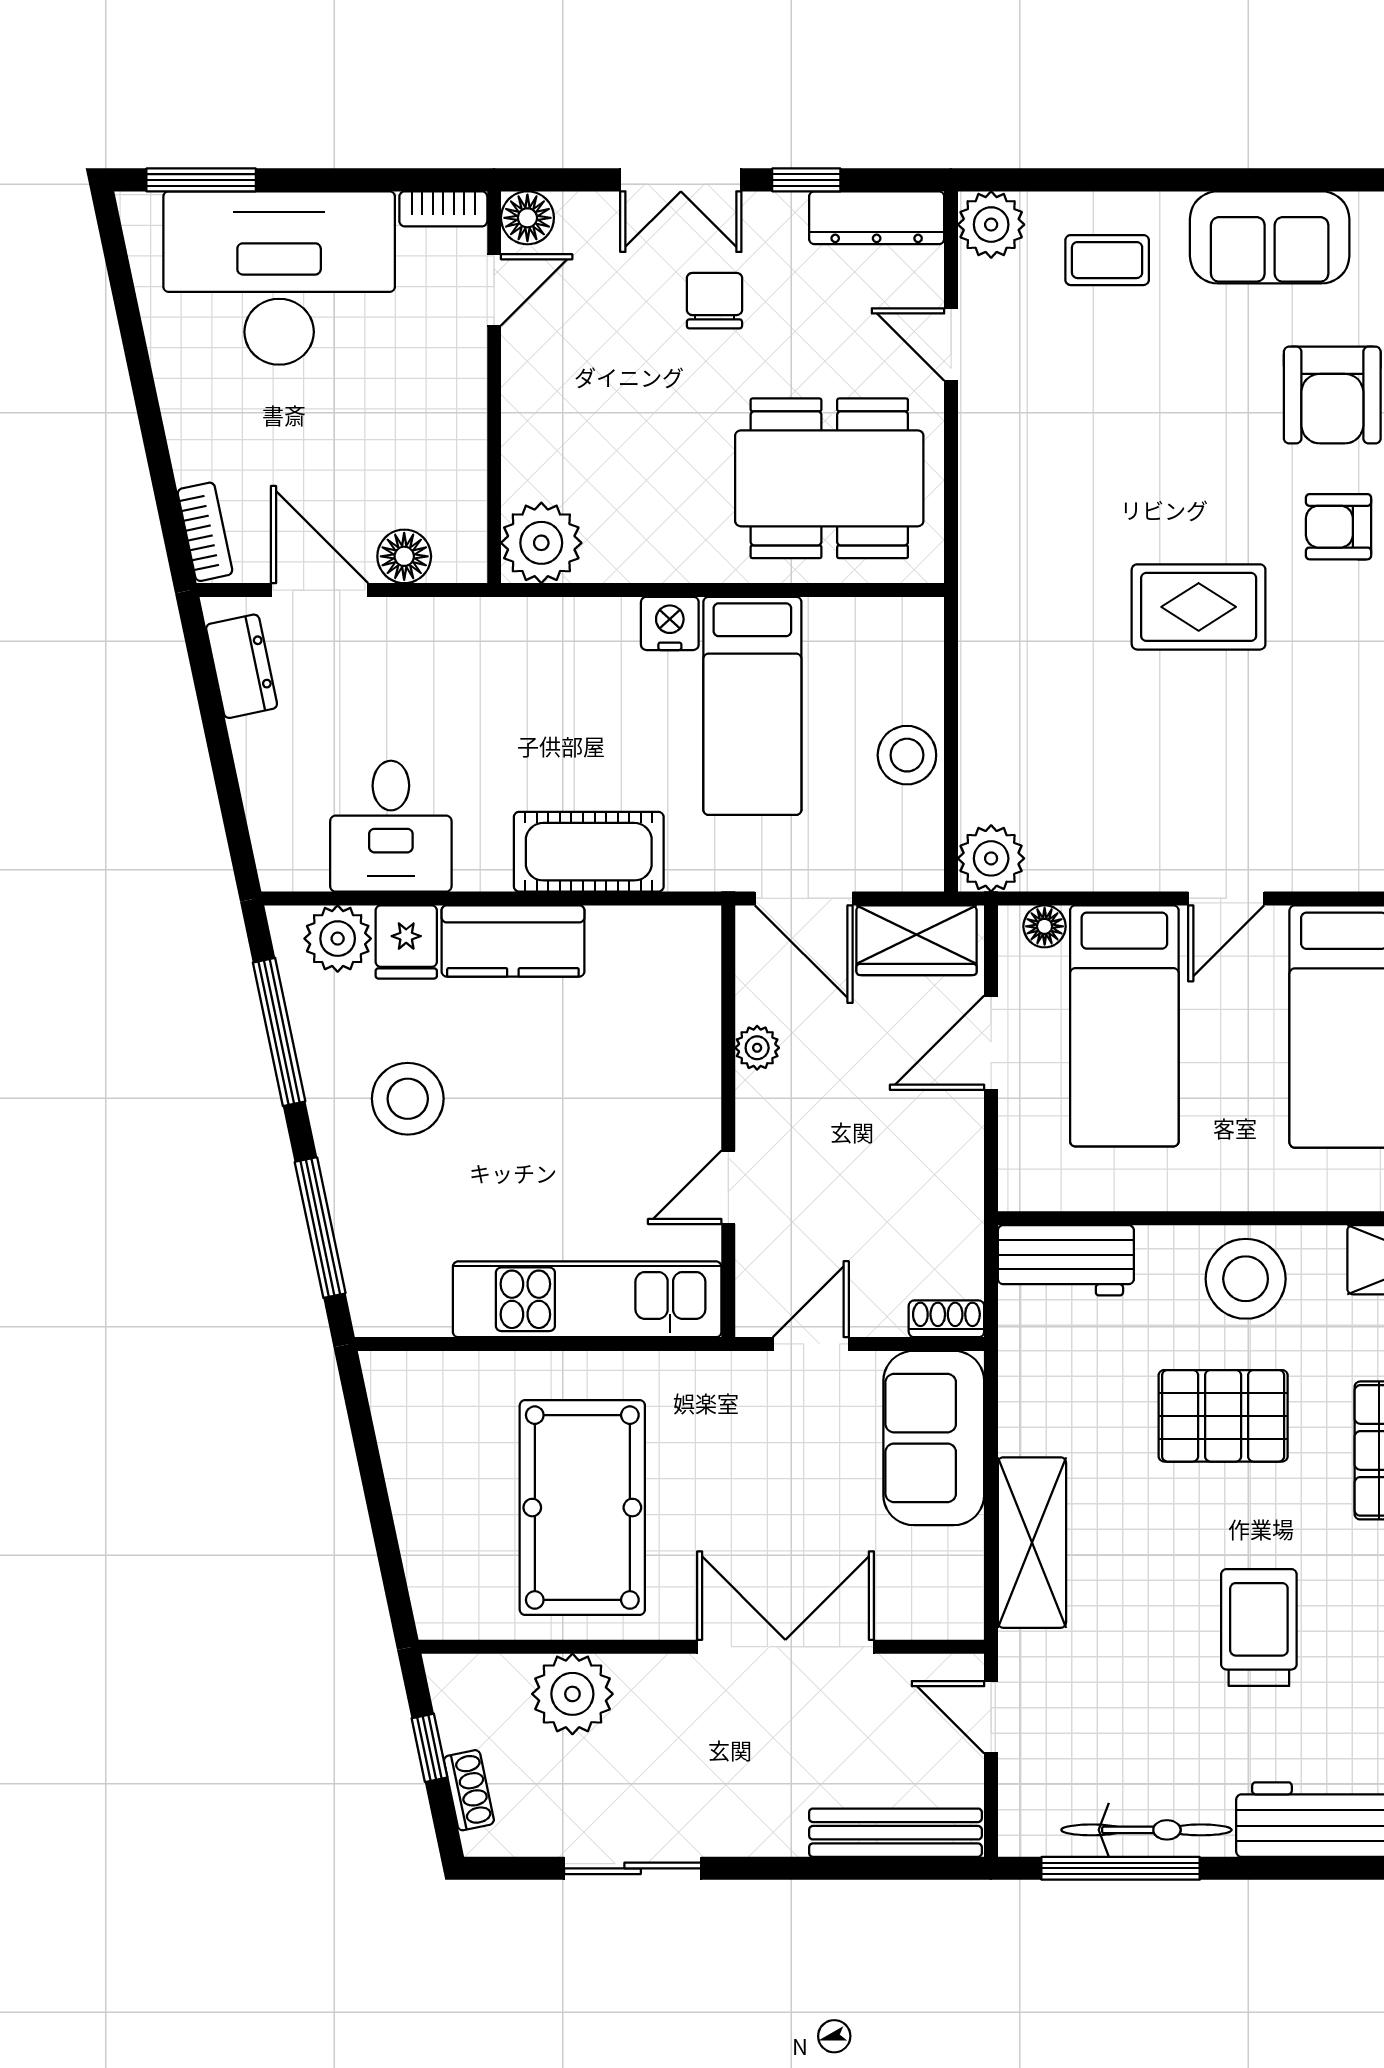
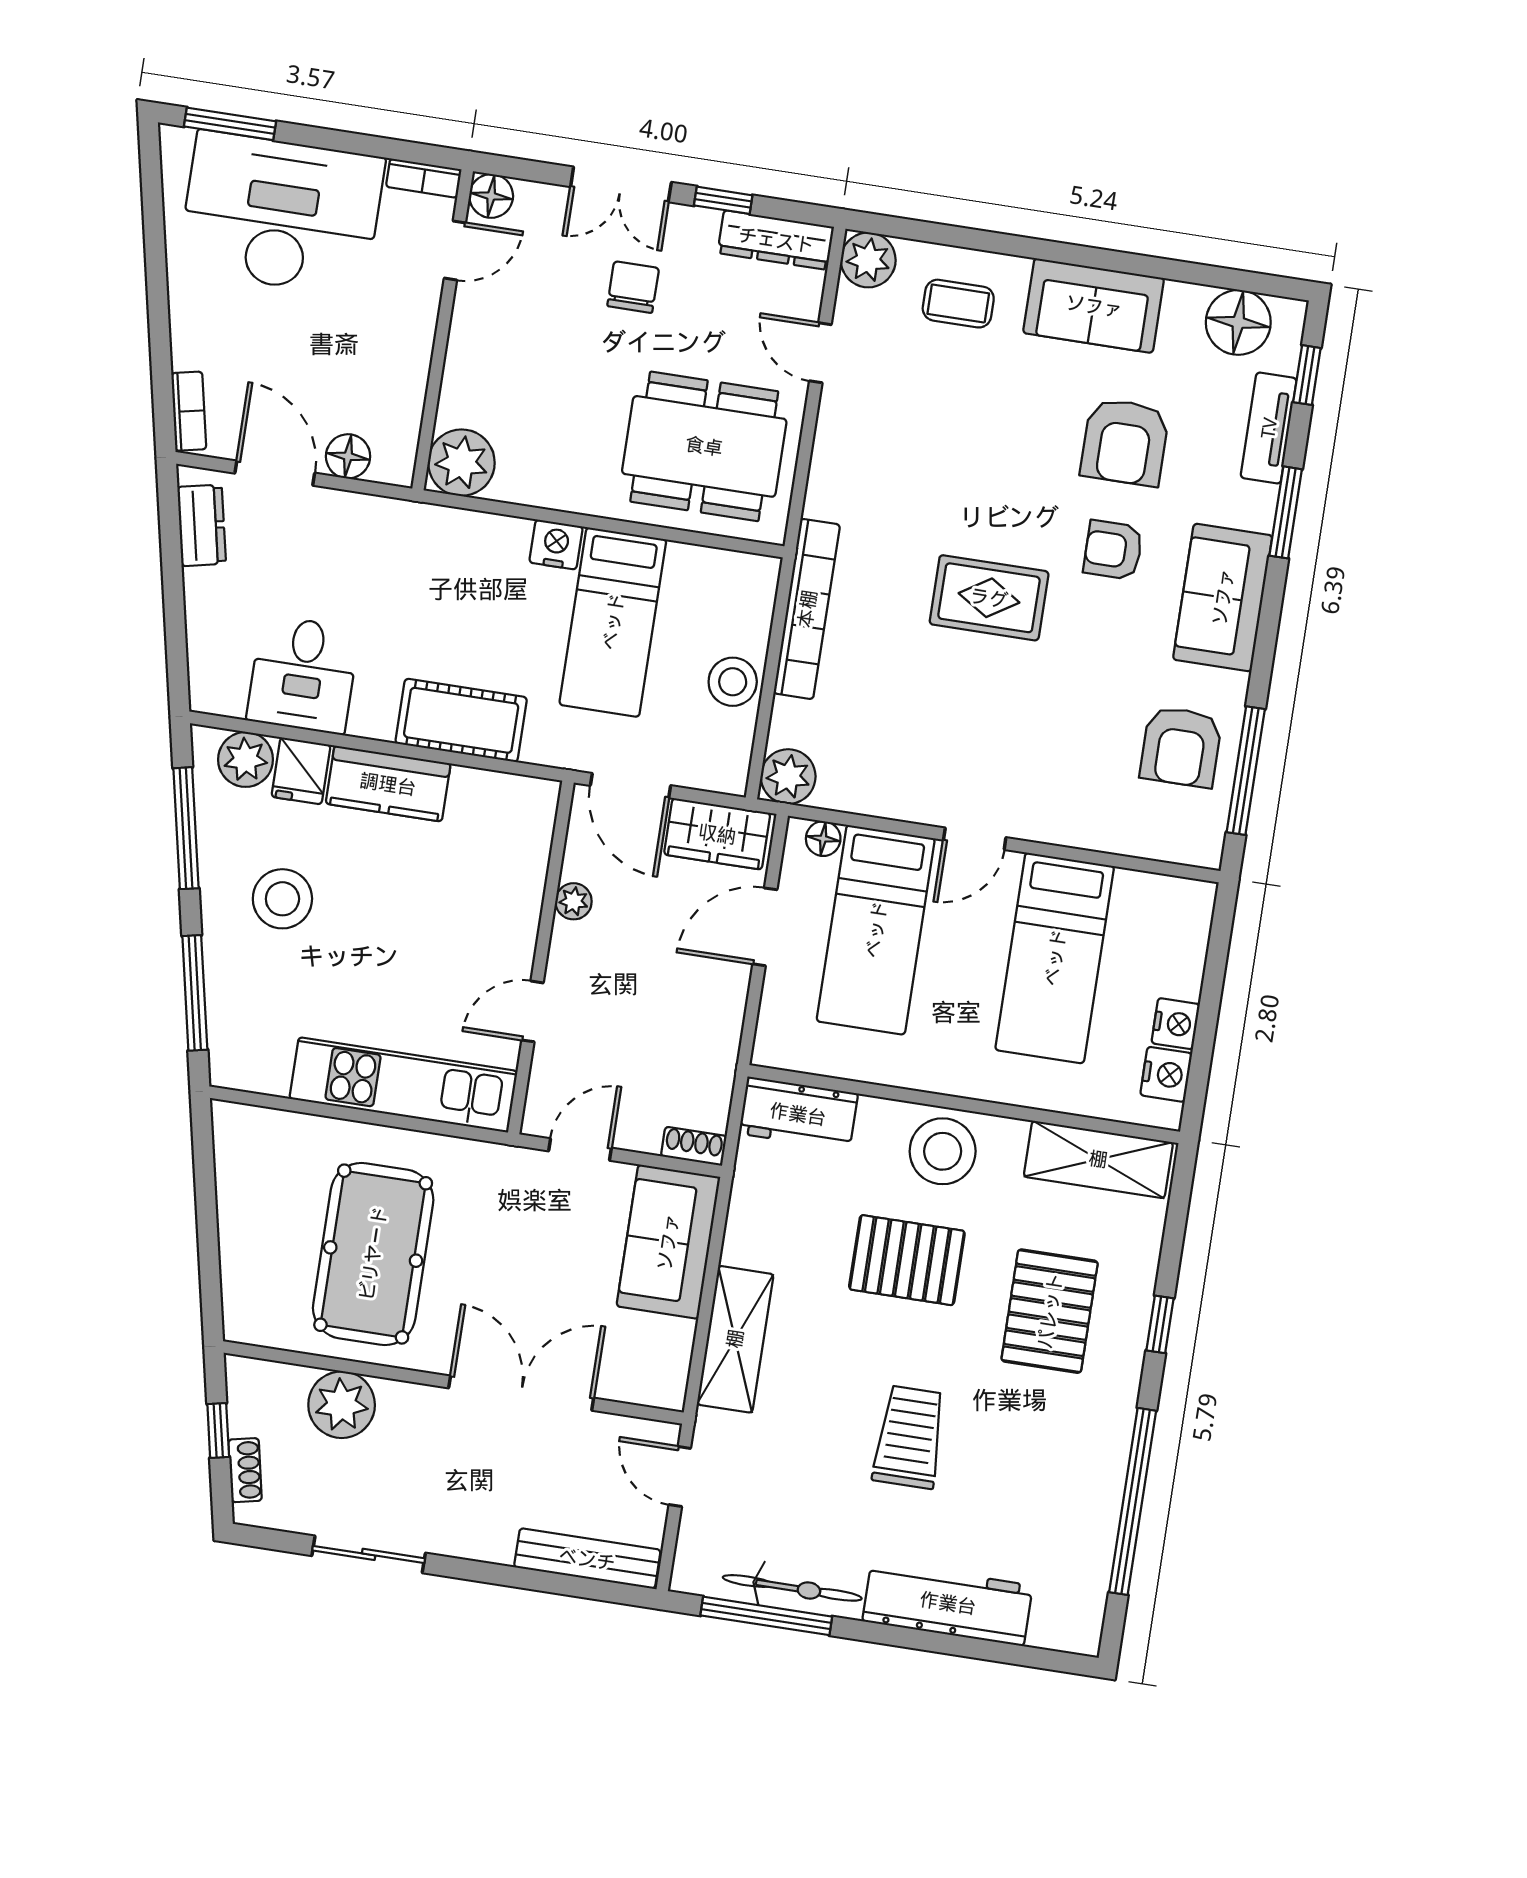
bookcase: (982, 654) -> (807, 609), added

